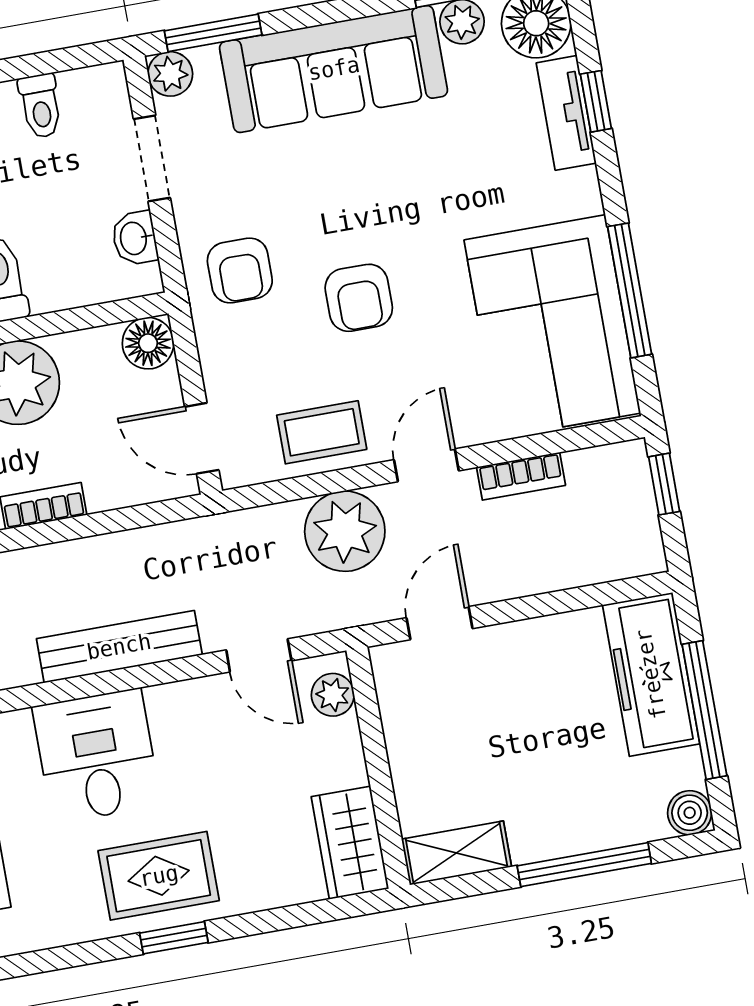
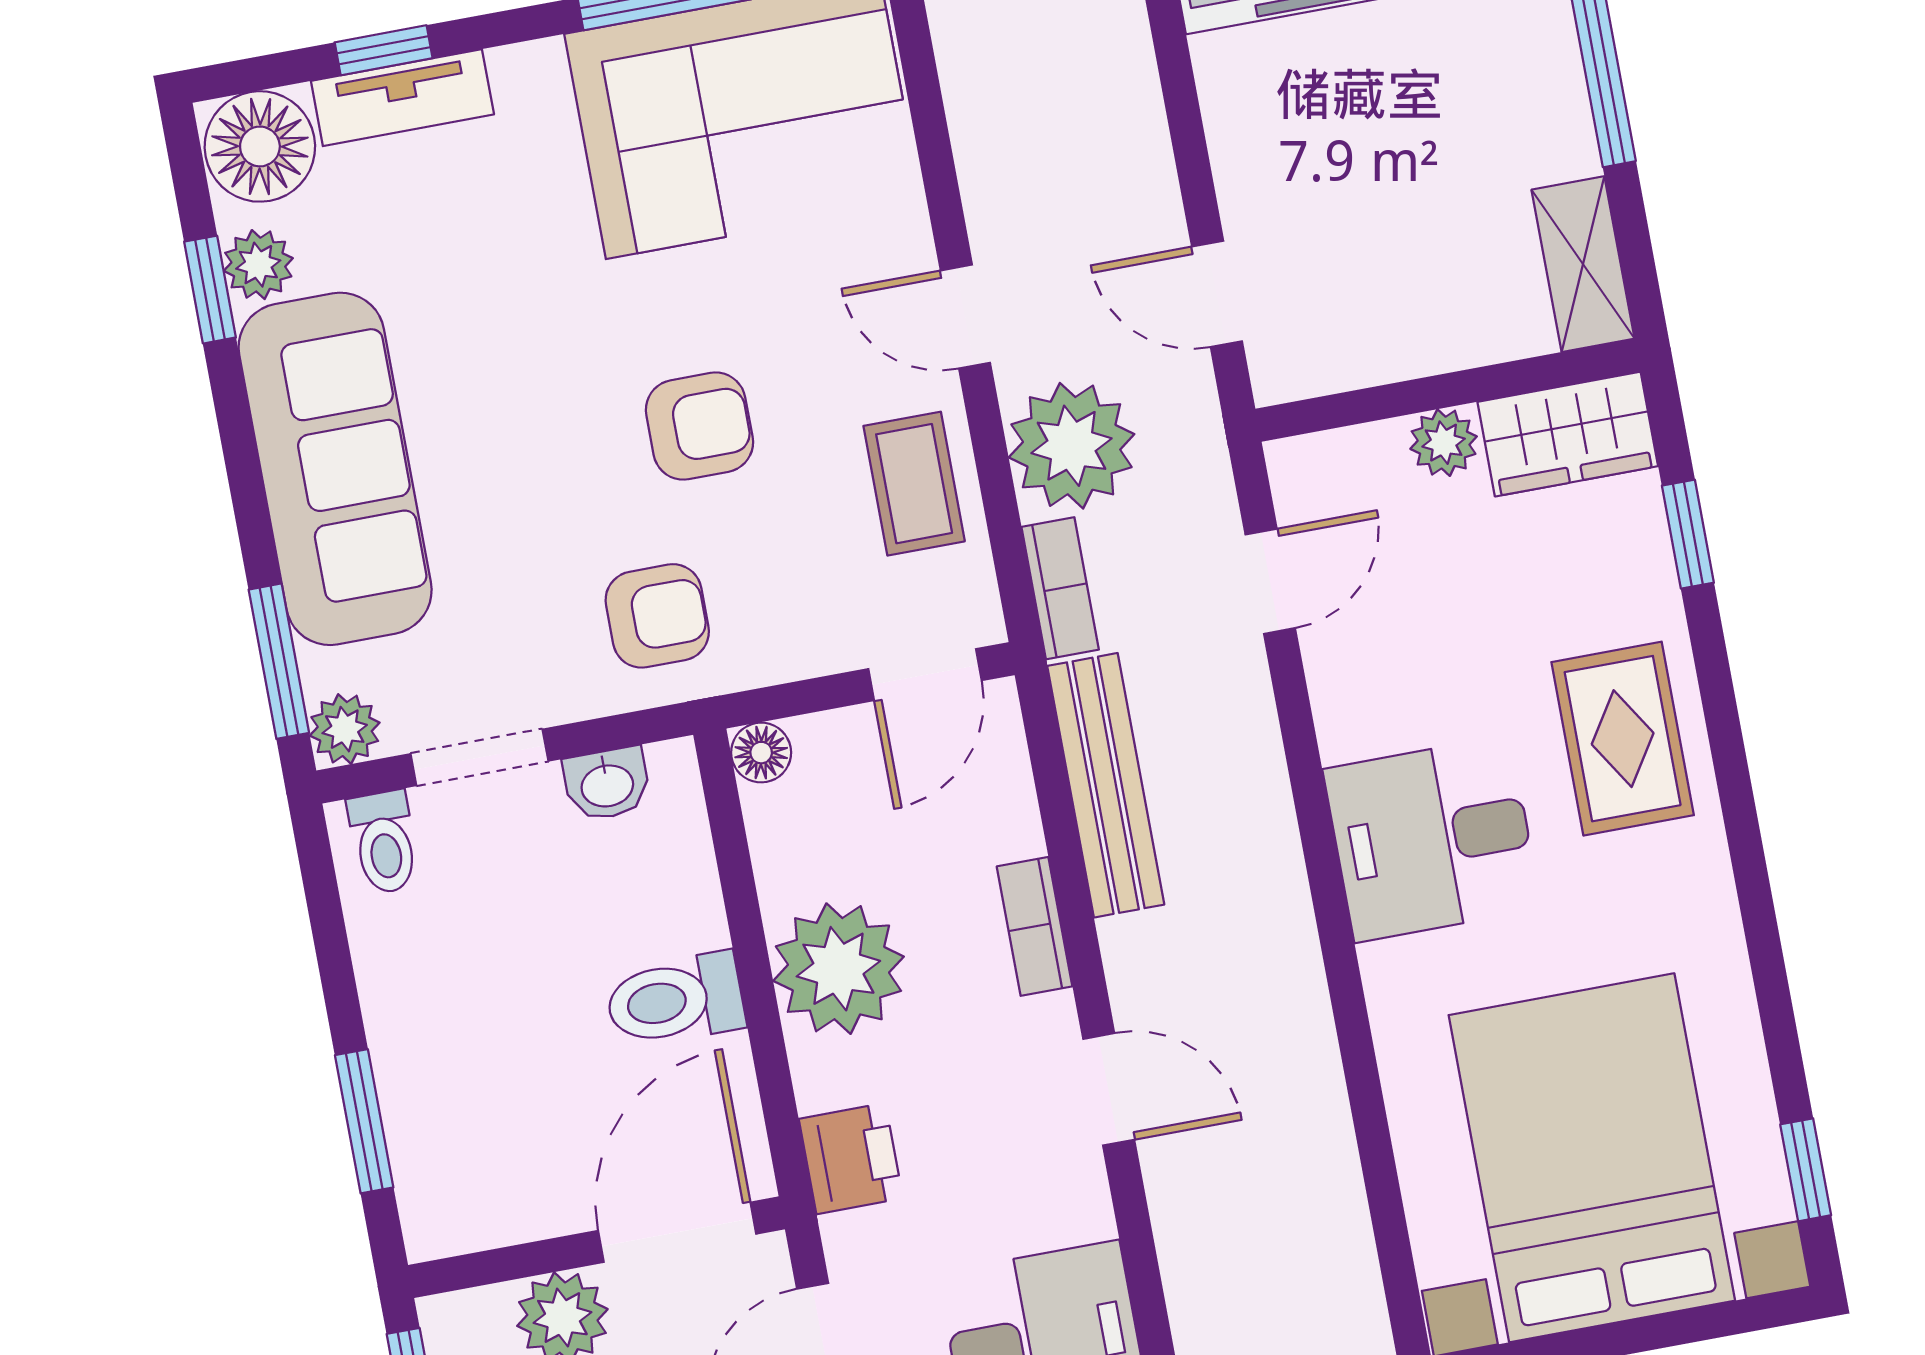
toilet: (40, 106) -> (384, 842), moved, turned 90
floor lamp: (148, 343) -> (761, 753), width x0.73, depth x0.73
bookcase: (521, 476) -> (1060, 588), moved
bench: (119, 647) -> (1106, 785), moved
plant: (333, 695) -> (1444, 443), moved
window: (174, 938) -> (1688, 534), moved

